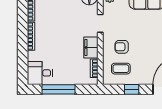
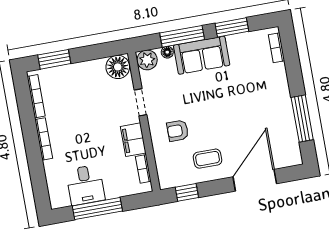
coffee table: (121, 69) -> (208, 159), moved
desk: (40, 73) -> (85, 185), moved, turned -90
window: (132, 89) -> (187, 192), moved

